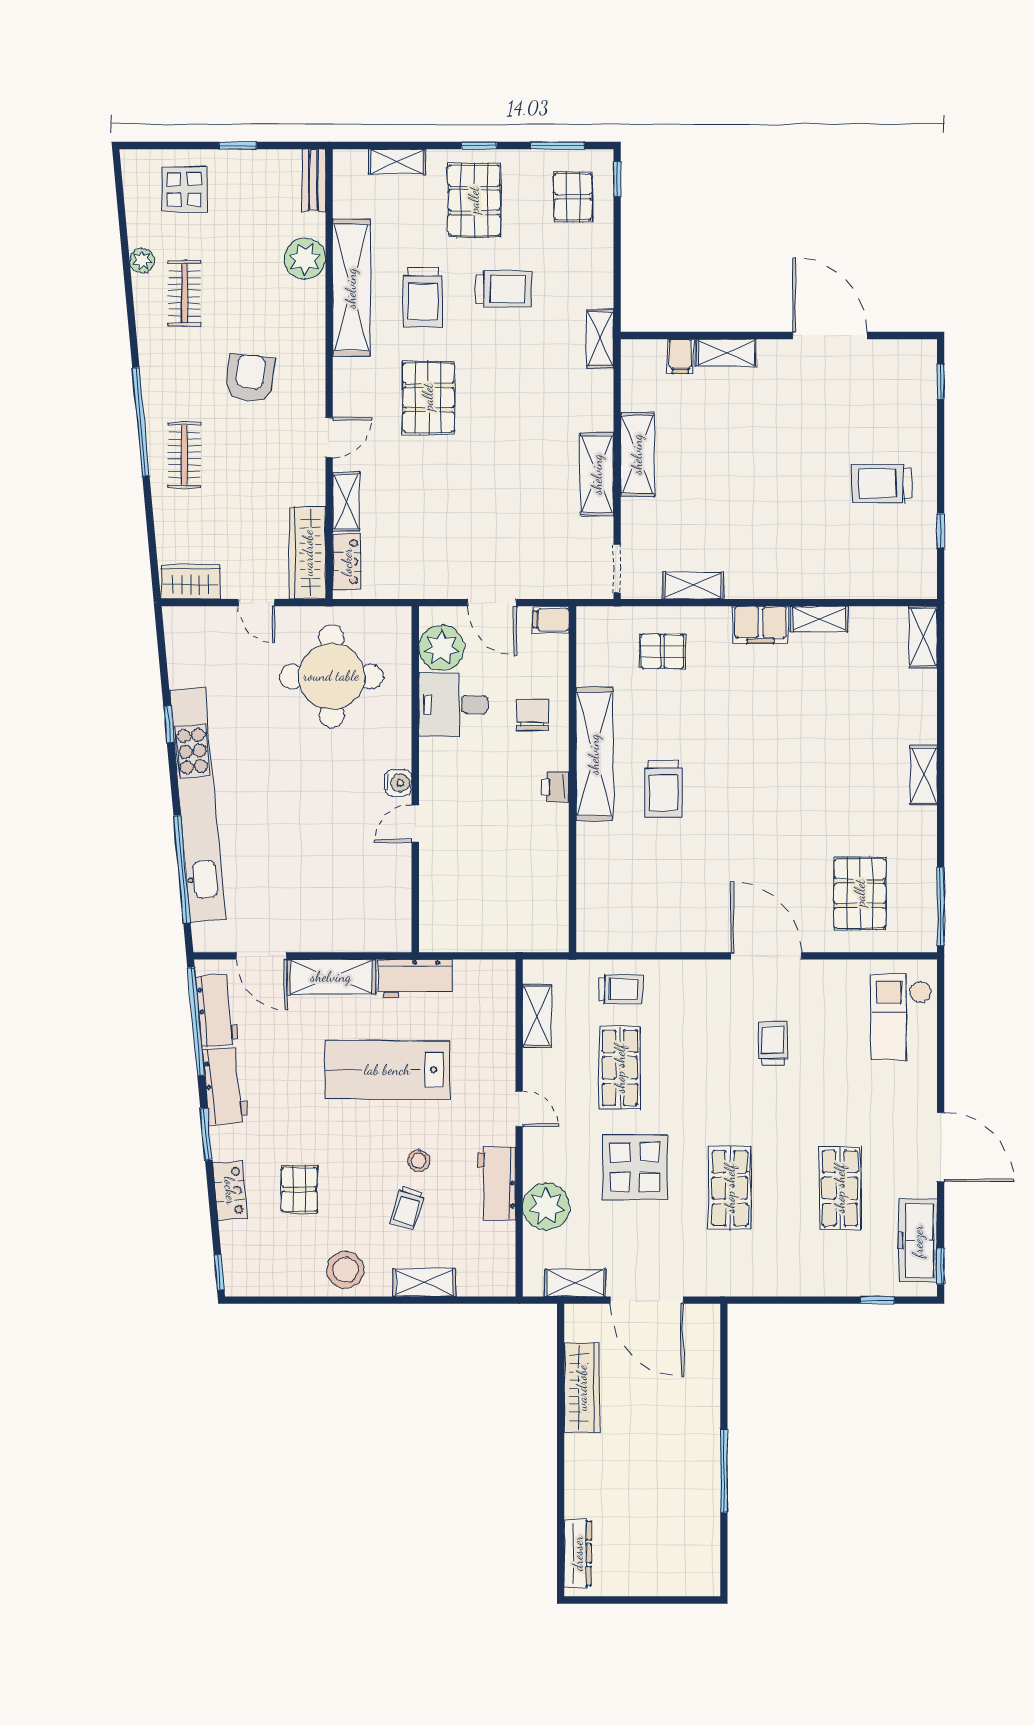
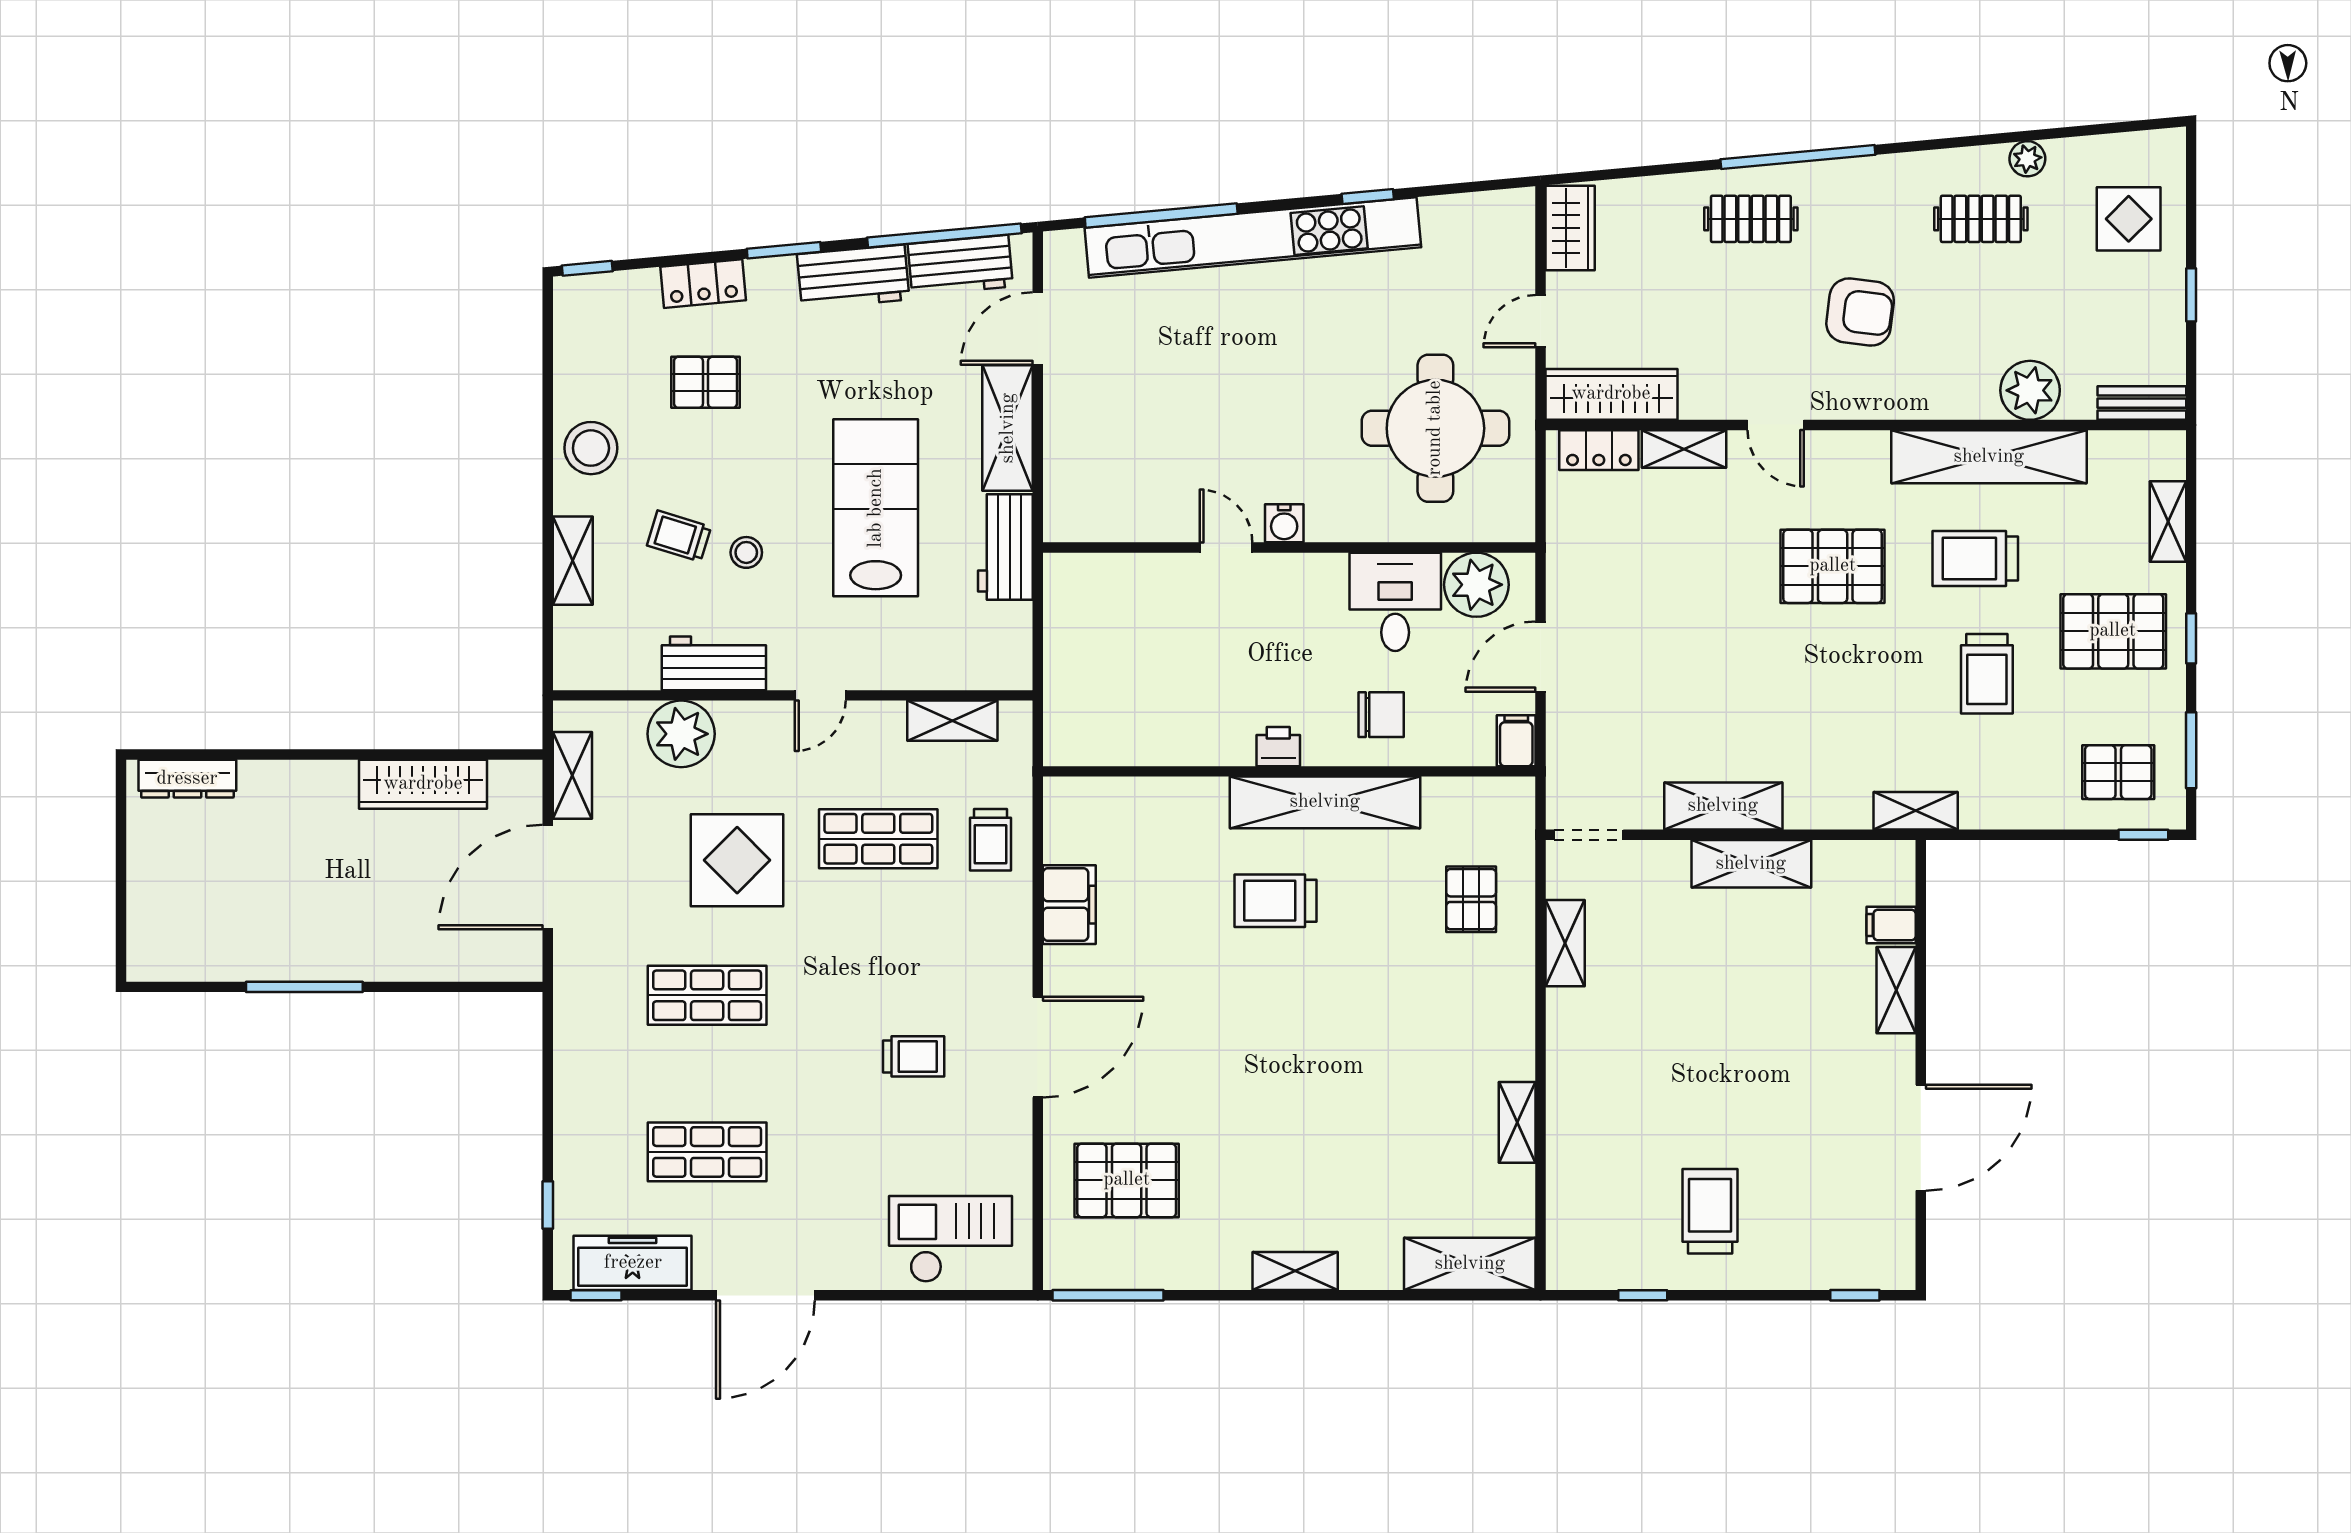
filing cabinet: (761, 625) -> (1069, 905), moved, turned 180
shelving: (923, 637) -> (1470, 1264), width x1.50, depth x1.33

